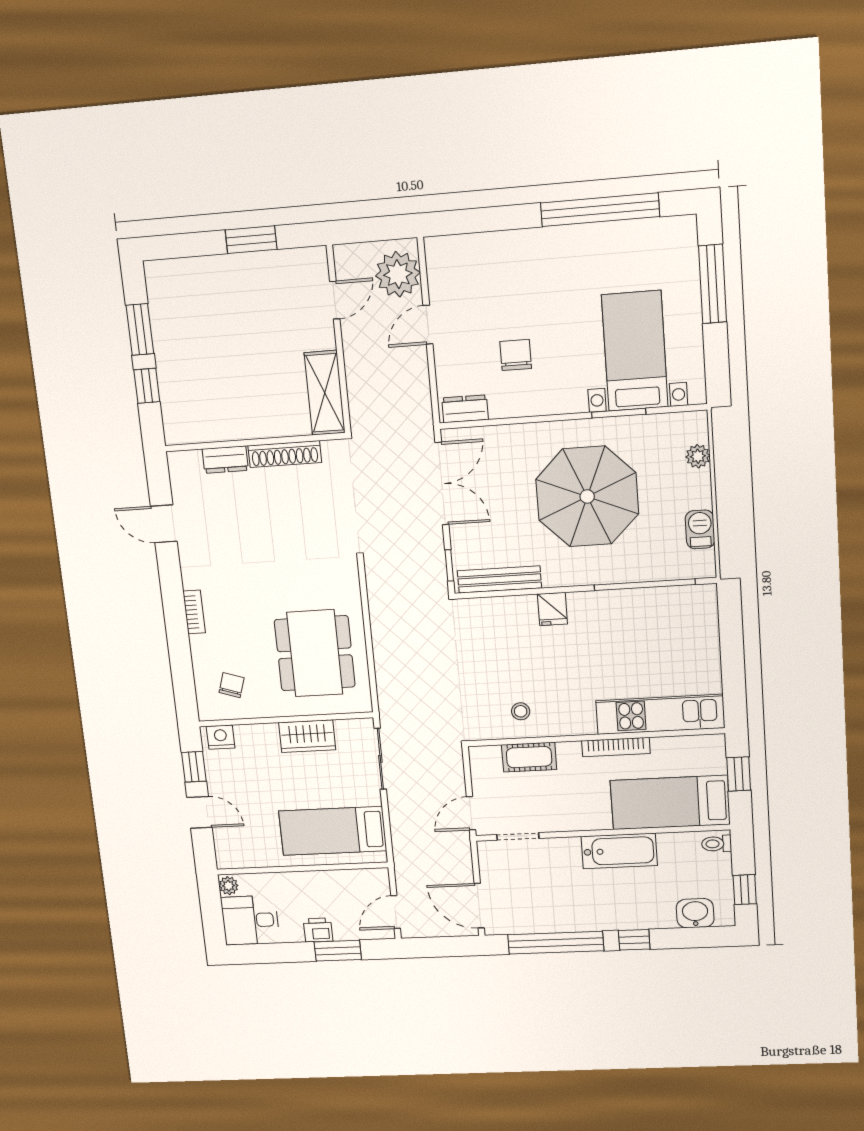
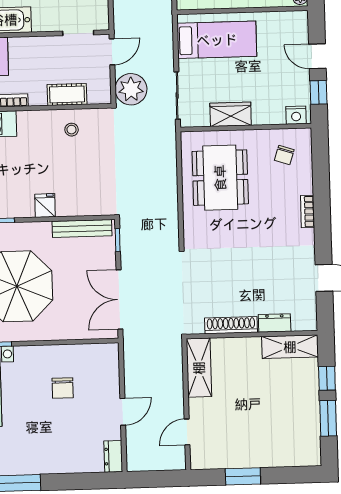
plant: (398, 274) -> (131, 89), moved
dresser: (465, 409) -> (113, 456), moved, turned 90
shelving: (201, 428) -> (290, 347), added

